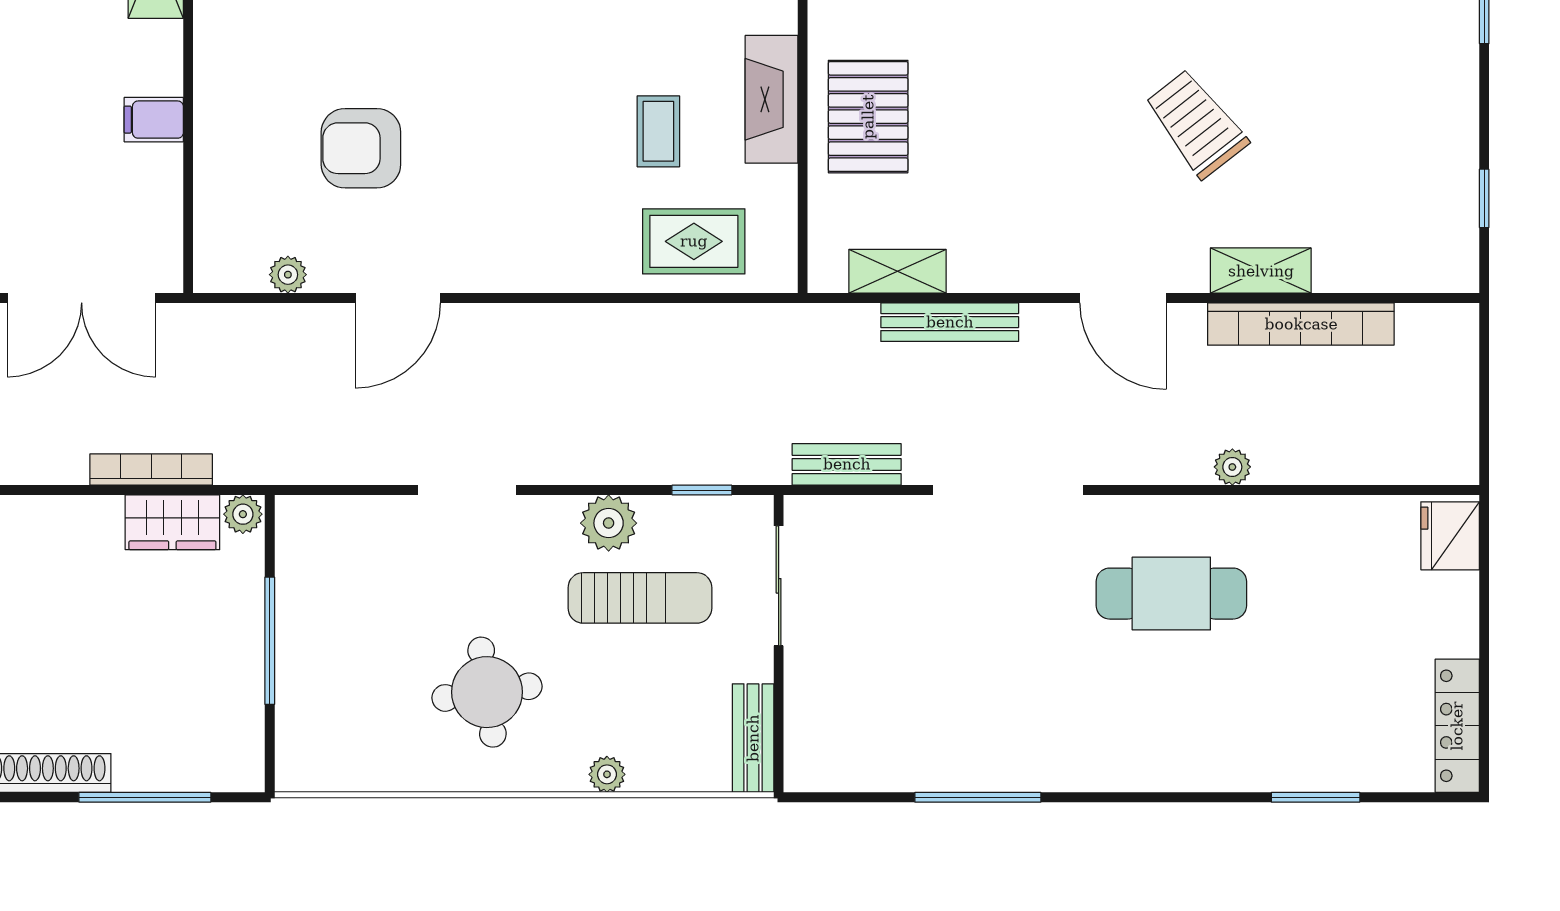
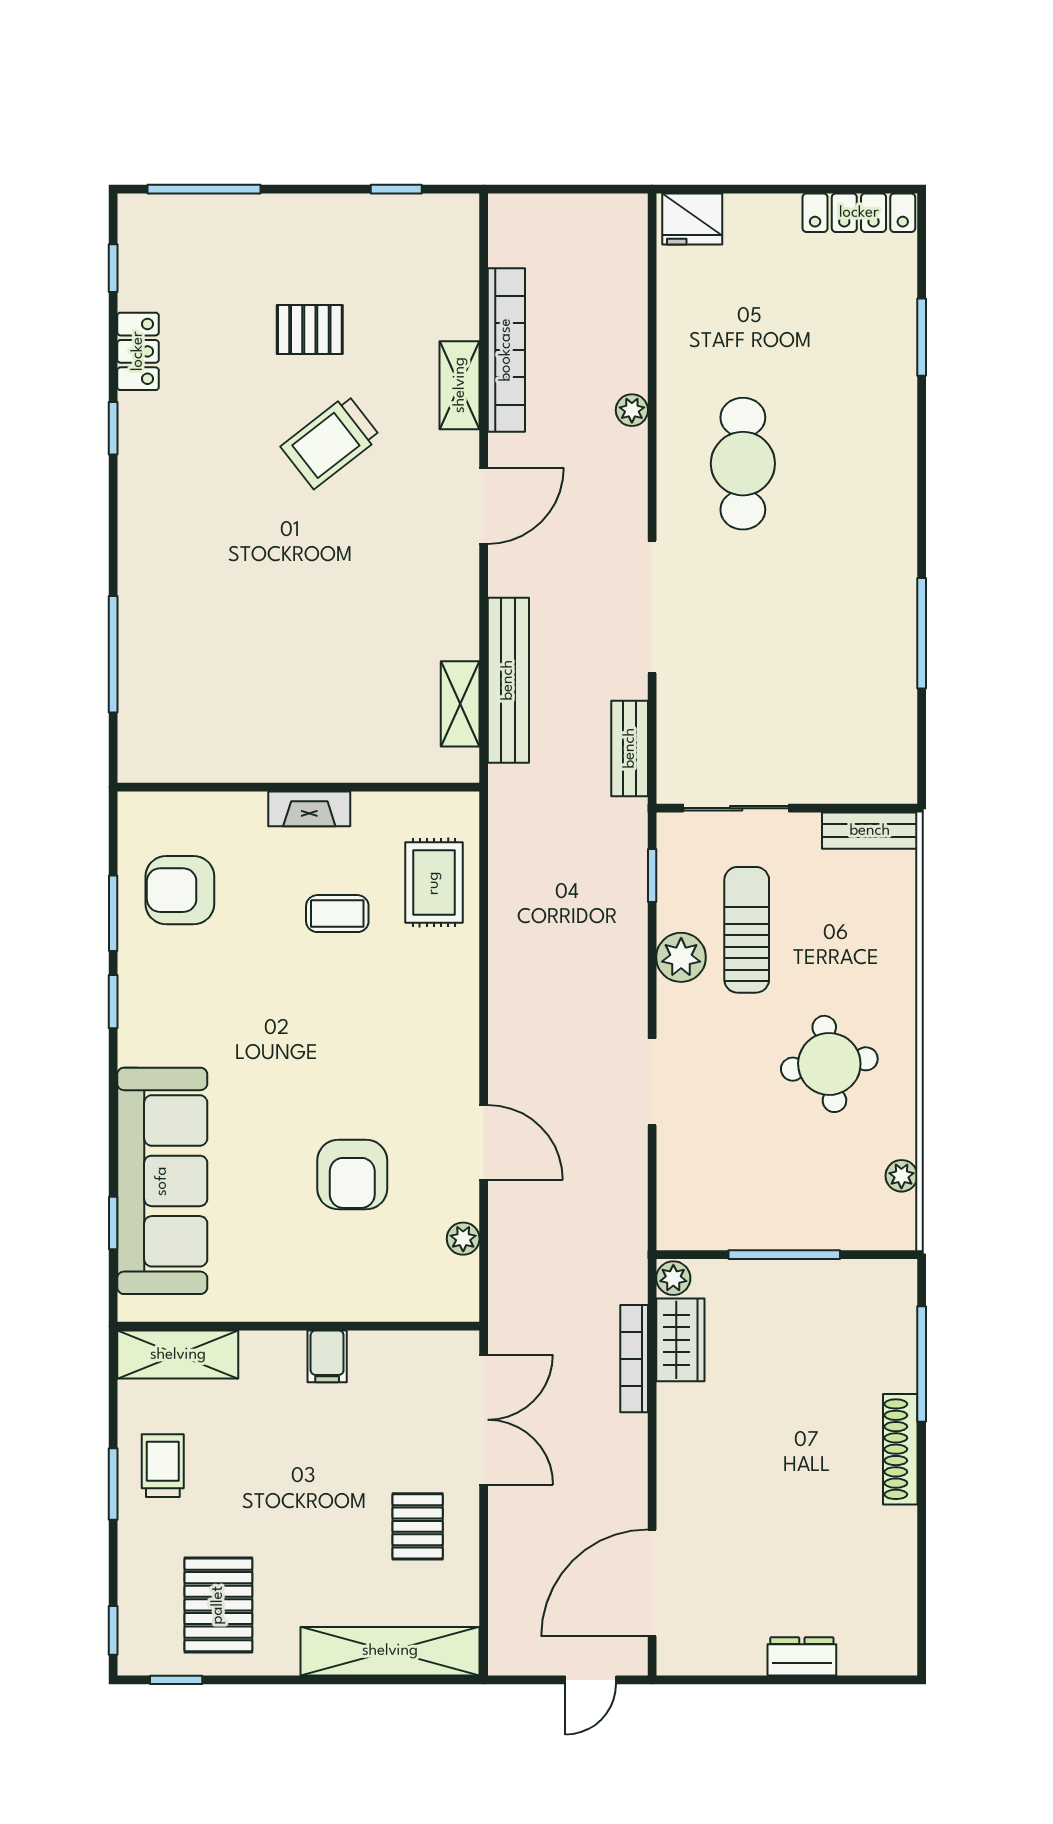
fireplace: (771, 99) -> (309, 809), width x0.73, depth x0.76
pallet: (868, 117) -> (310, 330), moved, width x0.67, depth x0.71
bench: (950, 322) -> (508, 680), width x1.37, depth x1.21
plant: (607, 774) -> (901, 1176), moved

